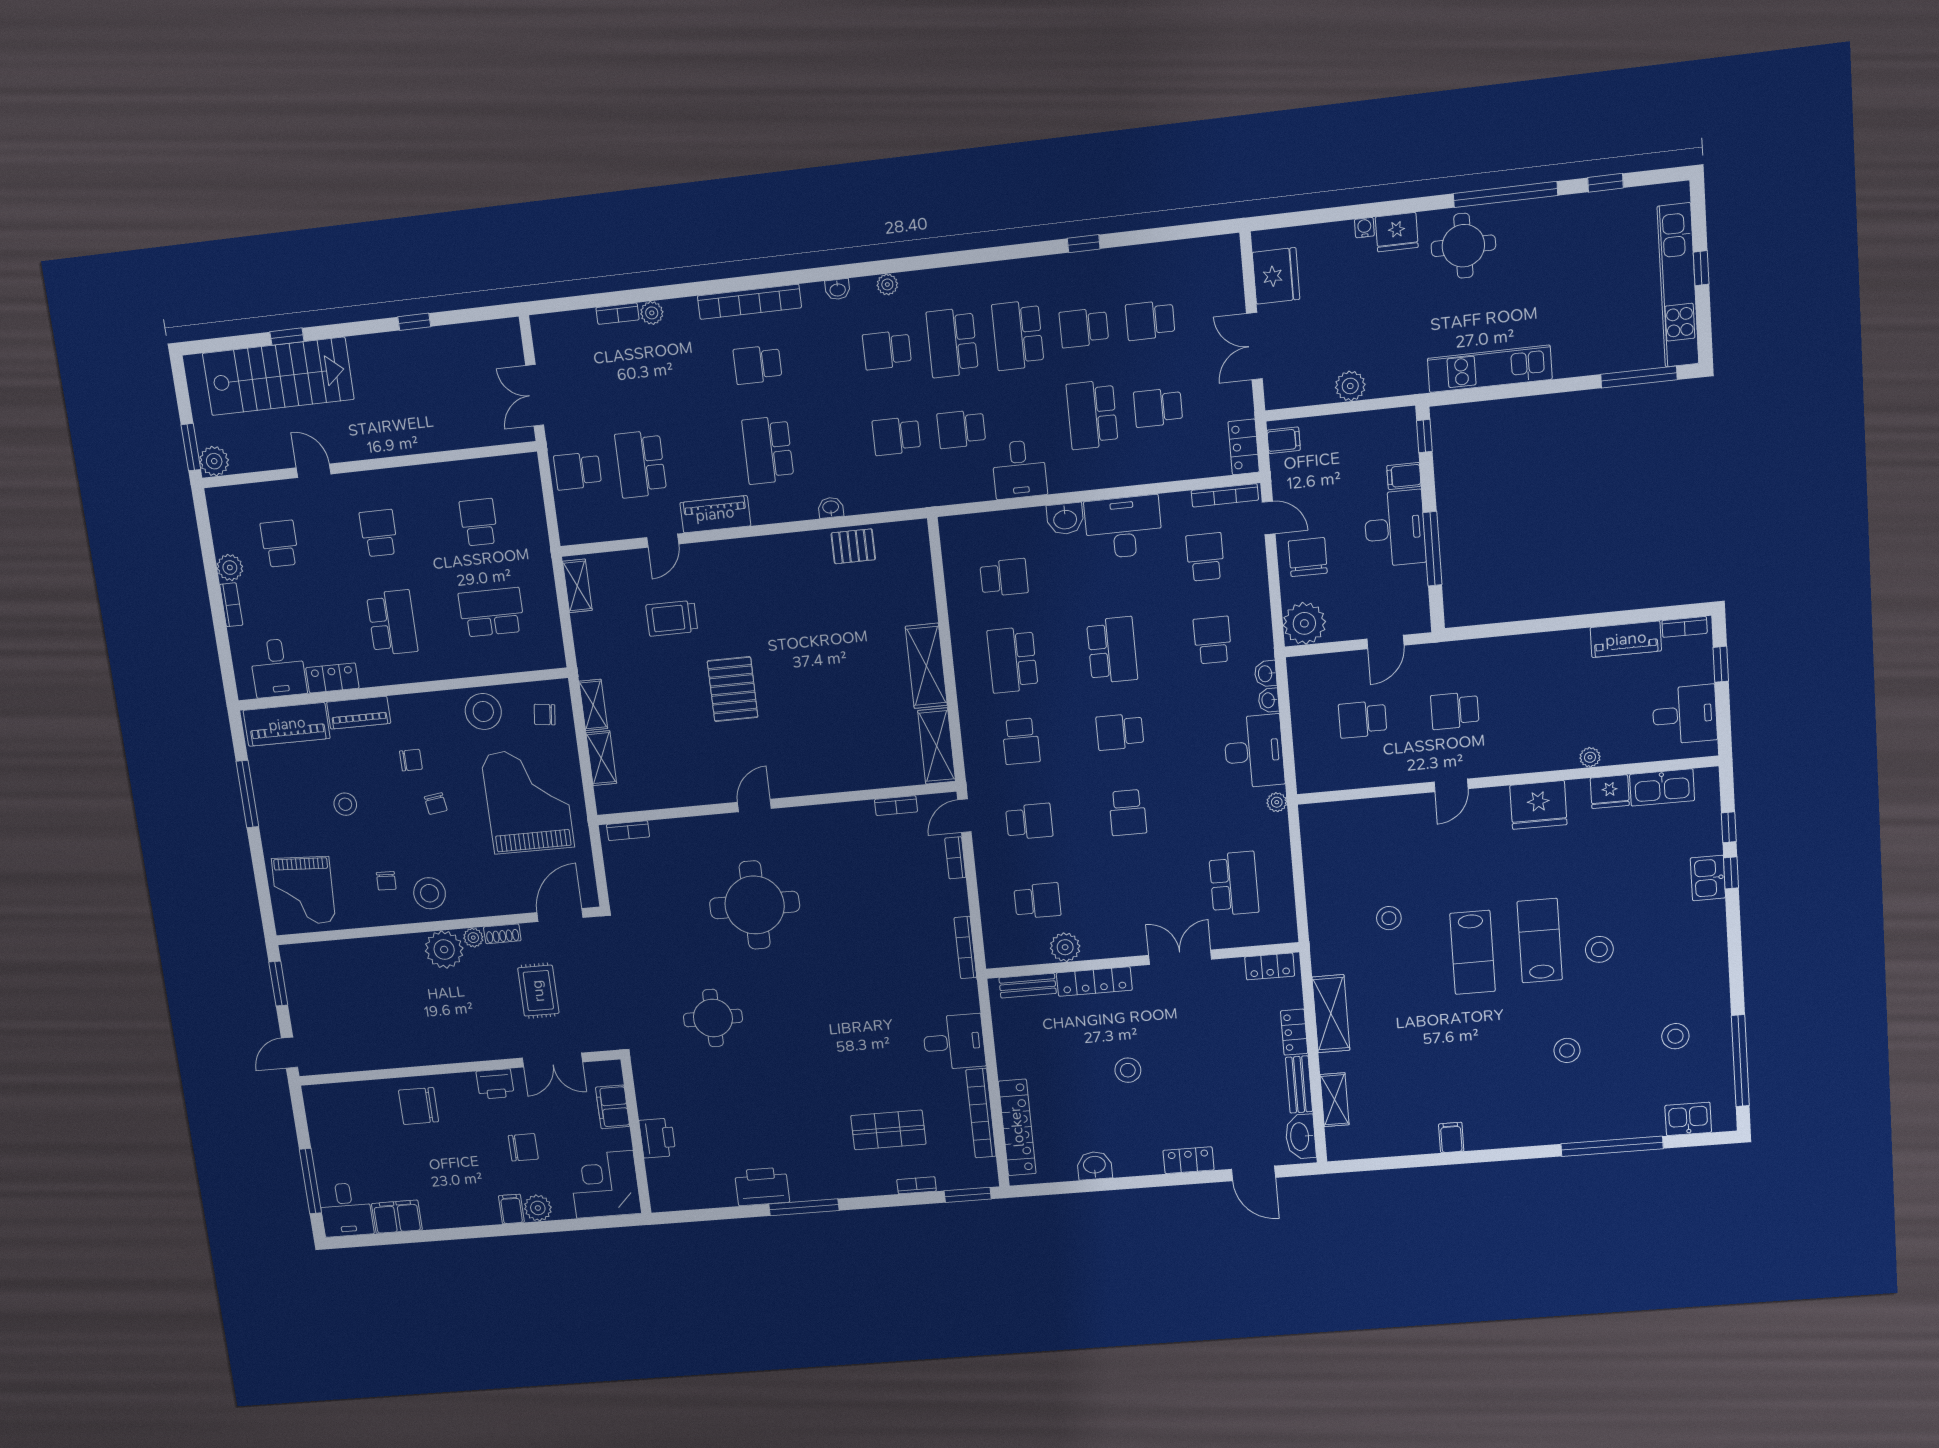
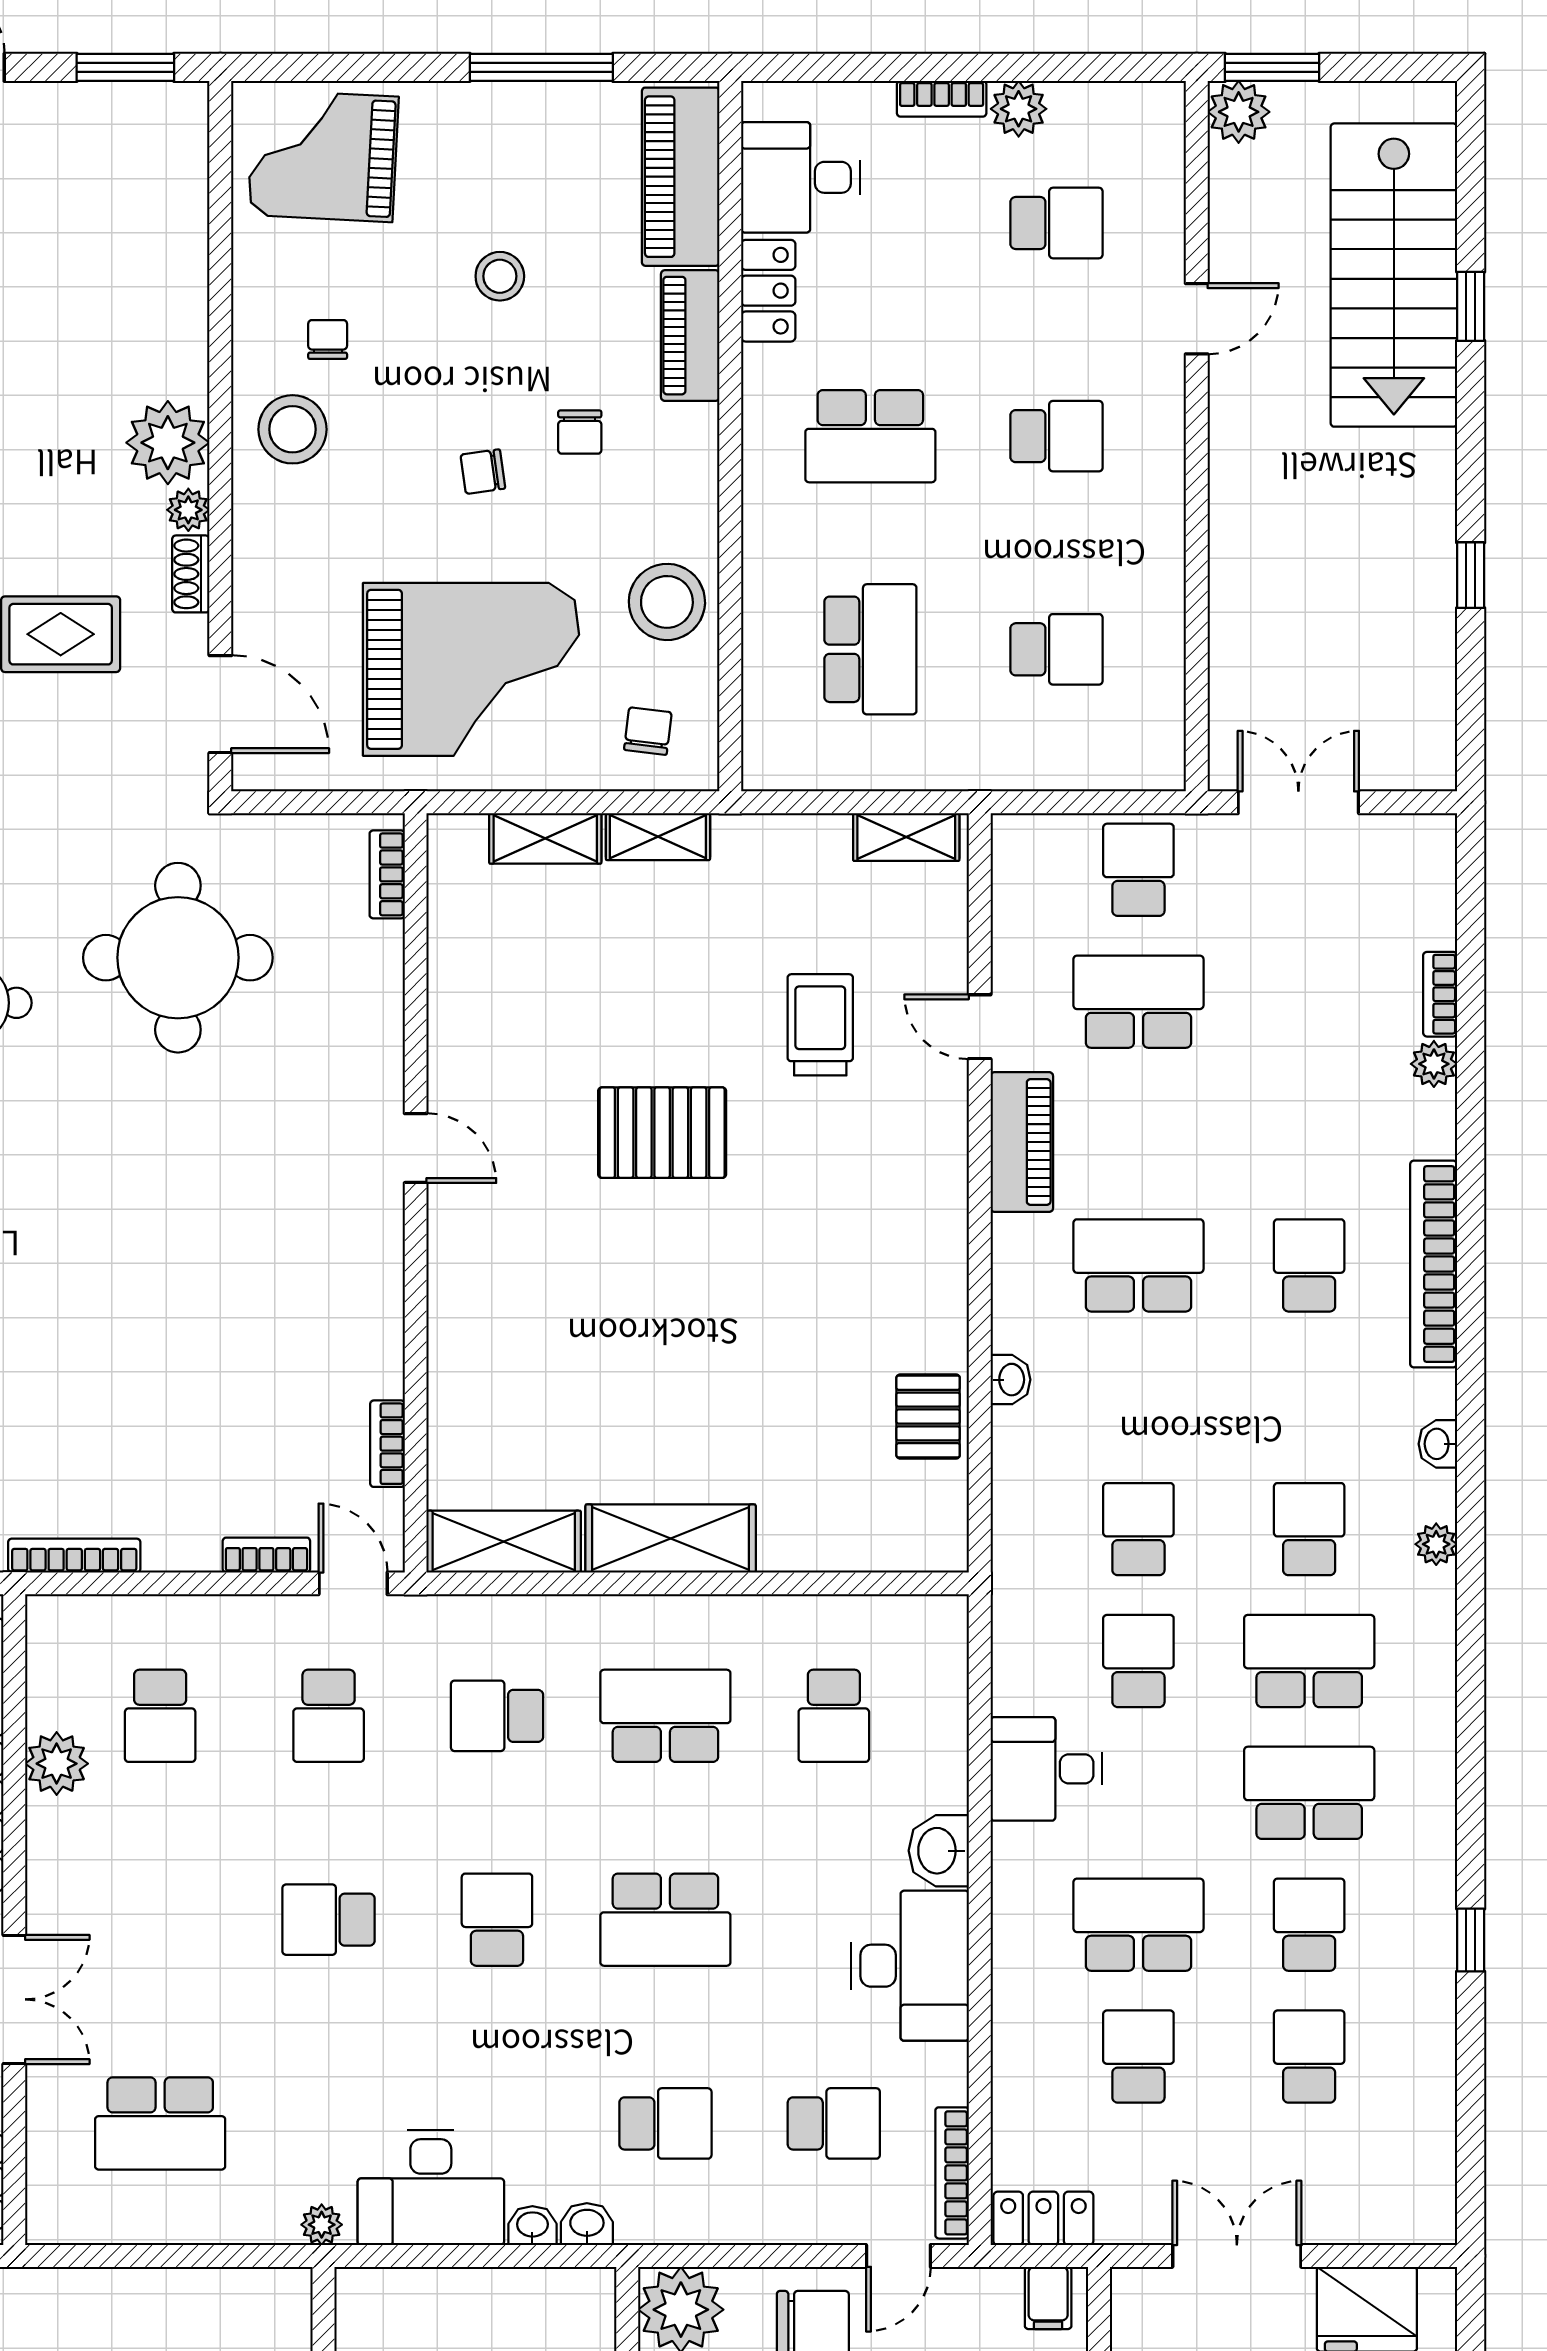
chair: (386, 881) -> (328, 339), turned 88
round table: (755, 905) -> (178, 958), moved

